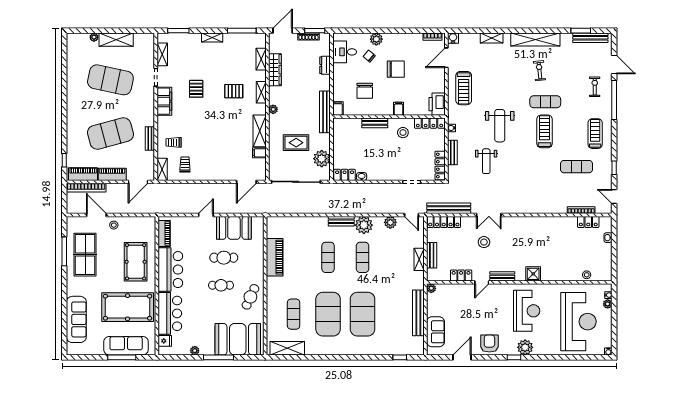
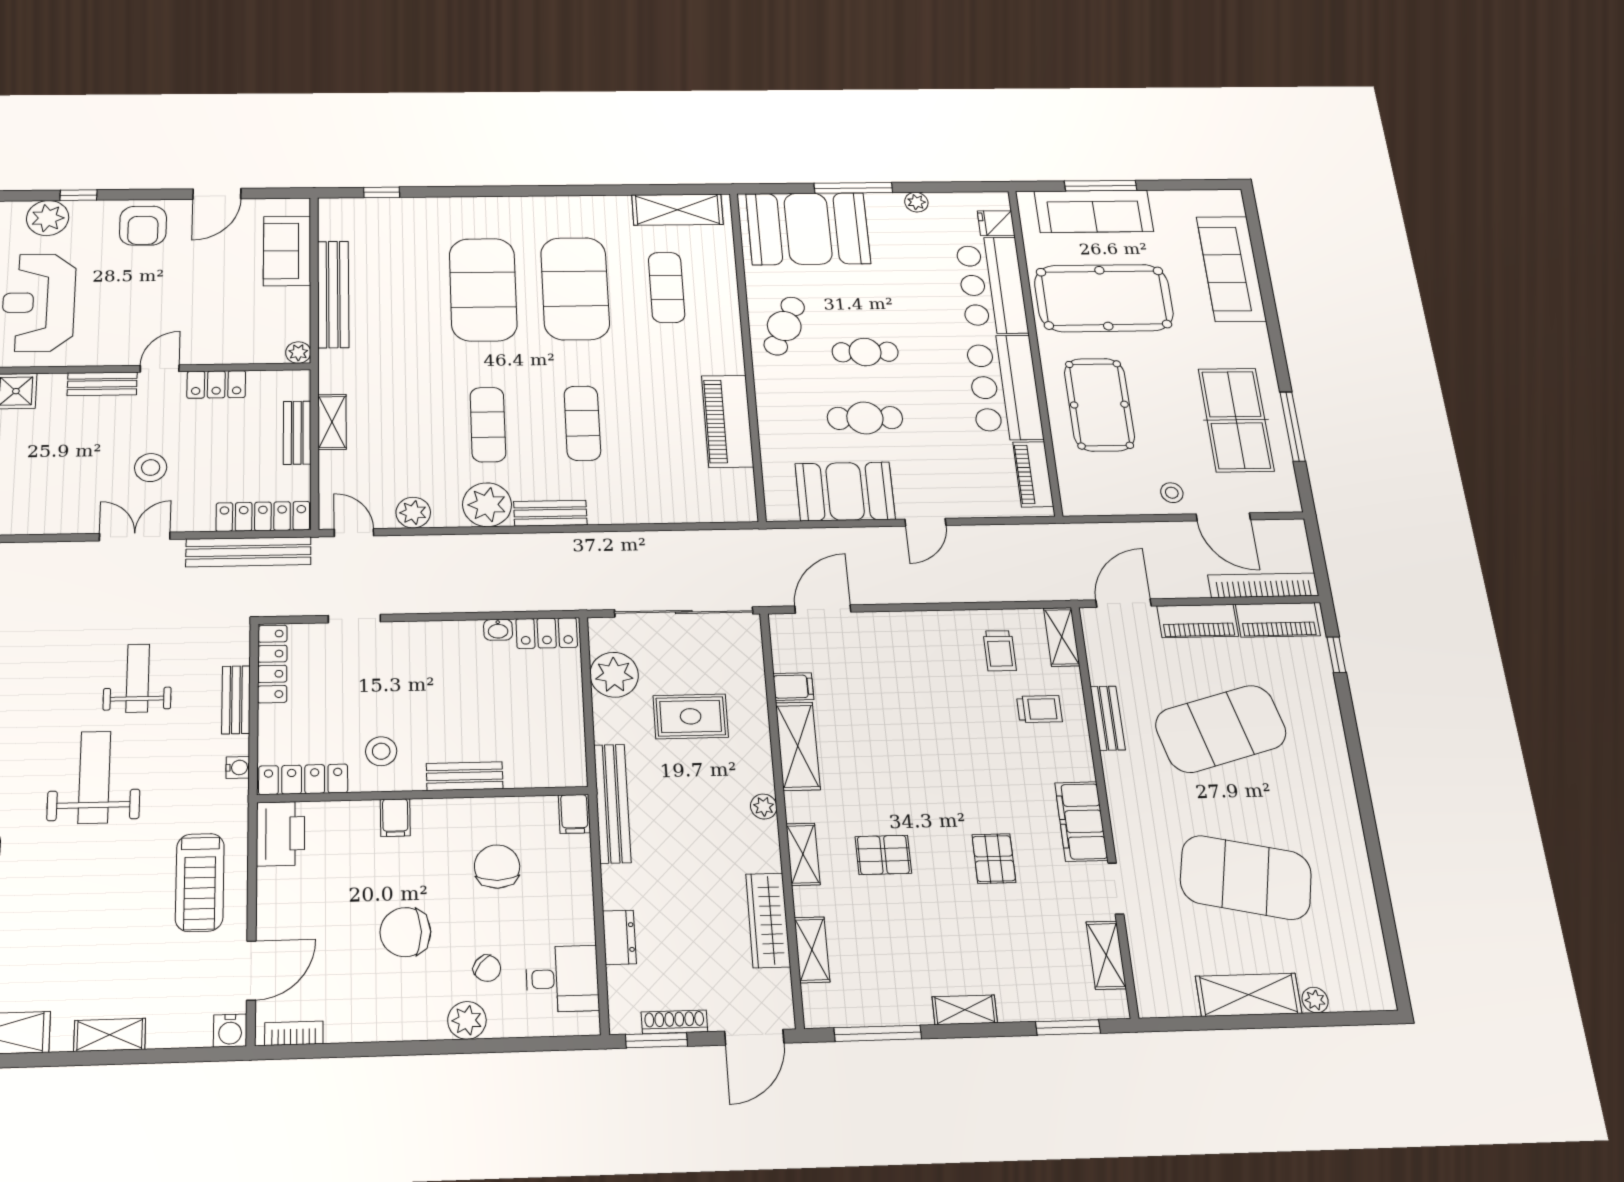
treadmill: (464, 88) -> (200, 882), turned 180

